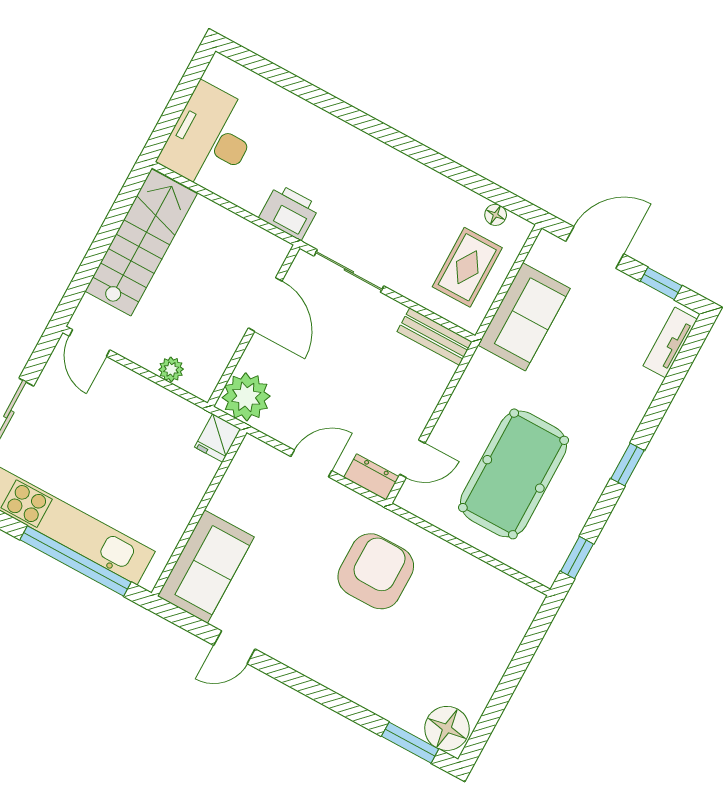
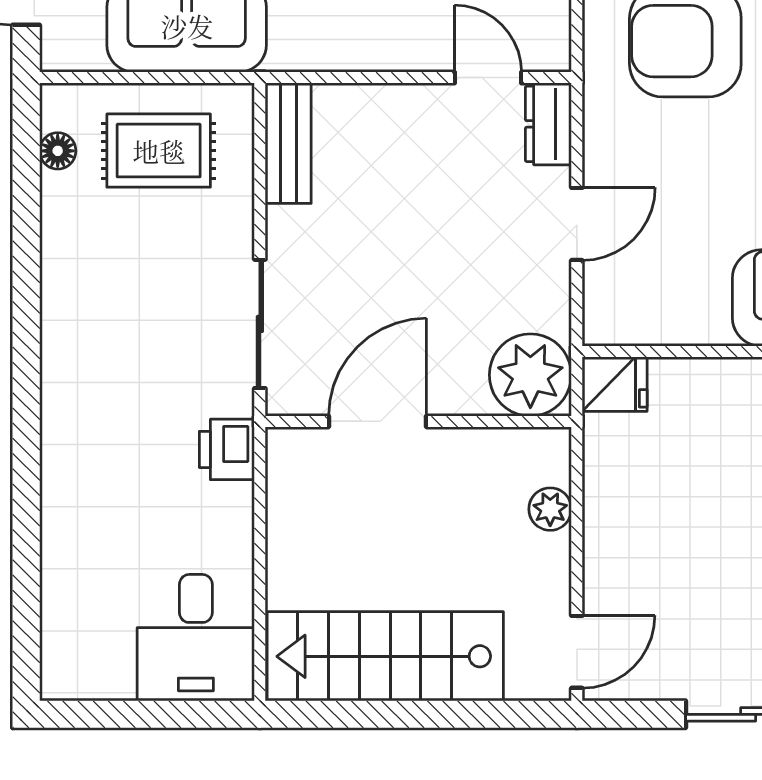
desk: (210, 138) -> (196, 638), width x0.73
printer: (289, 212) -> (227, 449), width x0.73, depth x0.81
door: (311, 464) -> (577, 224), swing flipped

